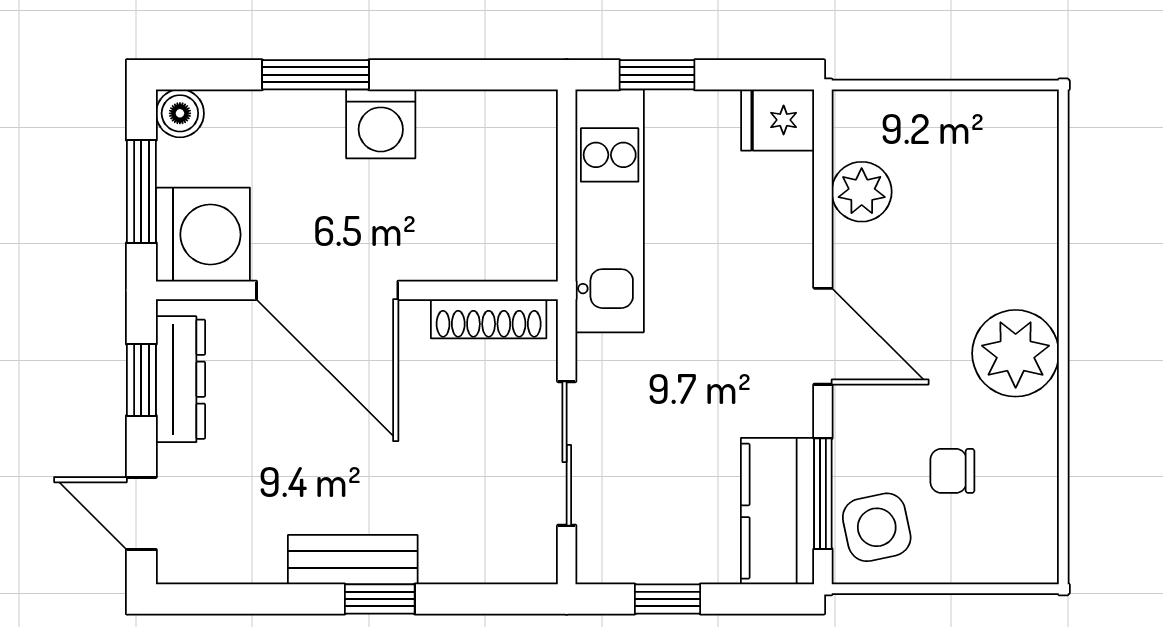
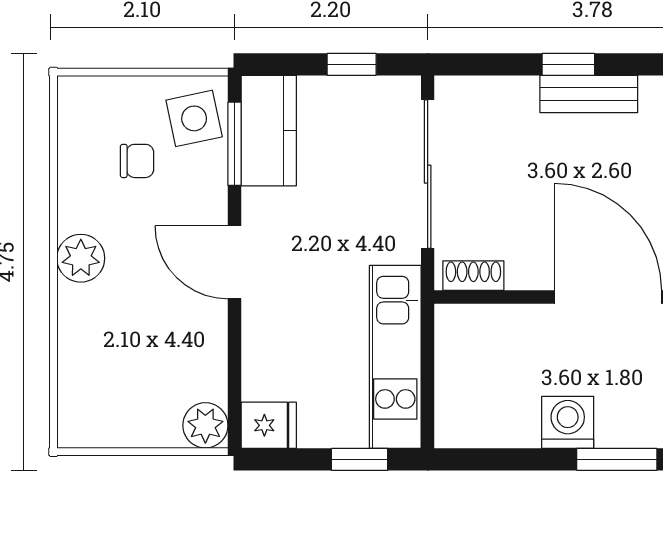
plant: (862, 192) -> (205, 425), moved
shoe rack: (489, 319) -> (473, 276), width x0.70
plant: (1016, 353) -> (81, 258), width x0.73, depth x0.73
sliding door: (567, 453) -> (428, 174), width x1.37

